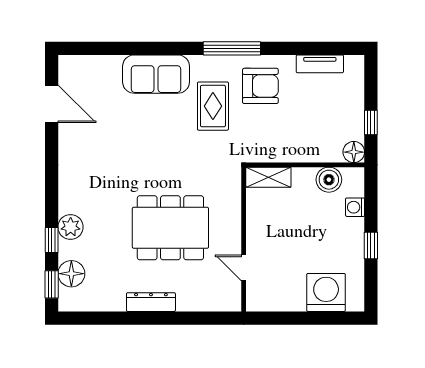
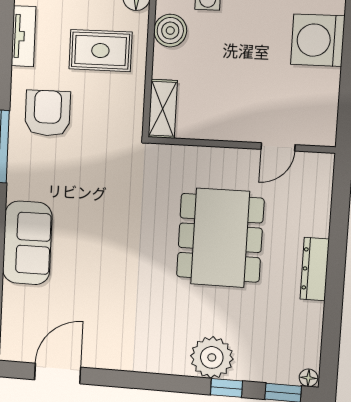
rug: (213, 106) -> (100, 51), moved
plant: (71, 227) -> (212, 357), width x1.36, depth x1.36
floor lamp: (71, 274) -> (308, 378), moved, width x0.53, depth x0.53

